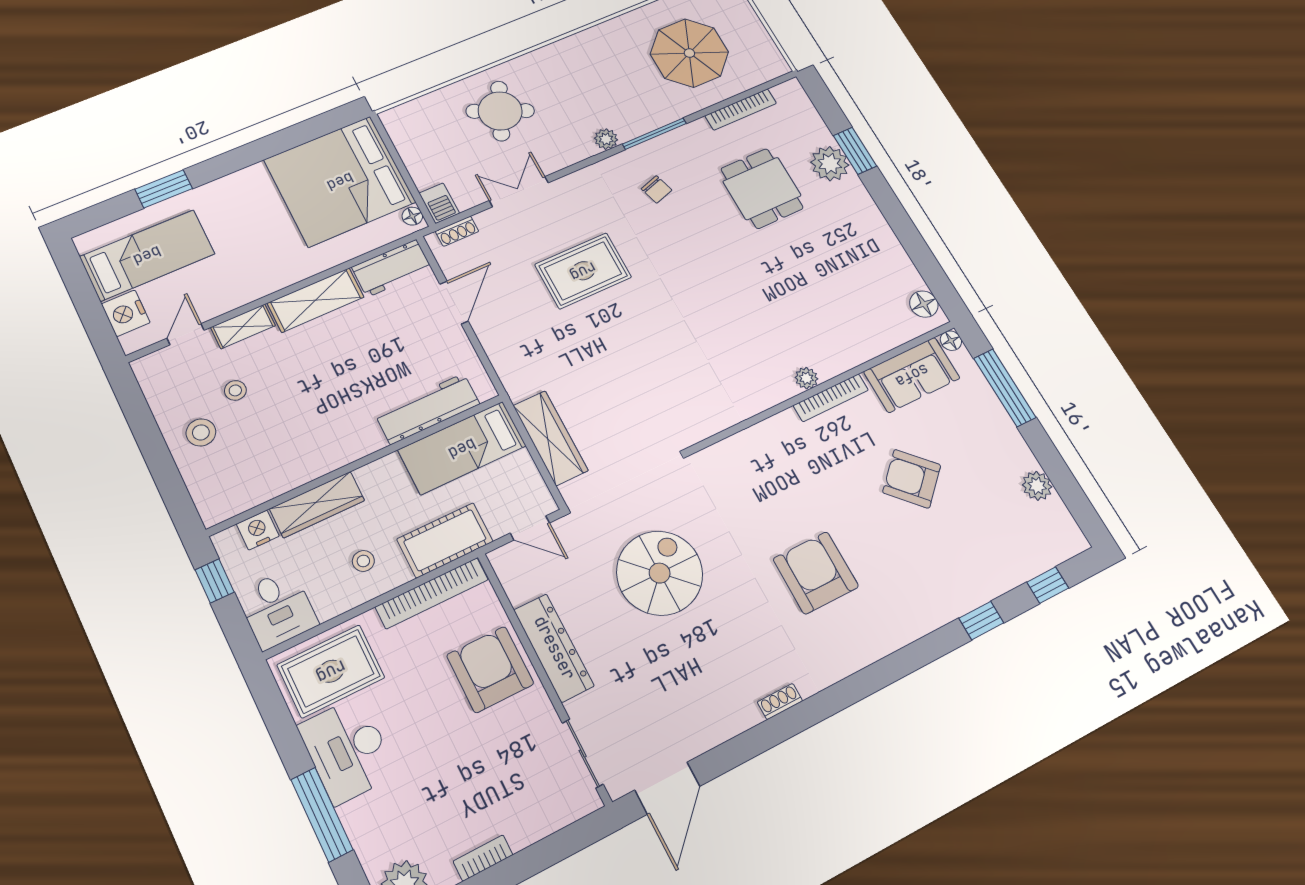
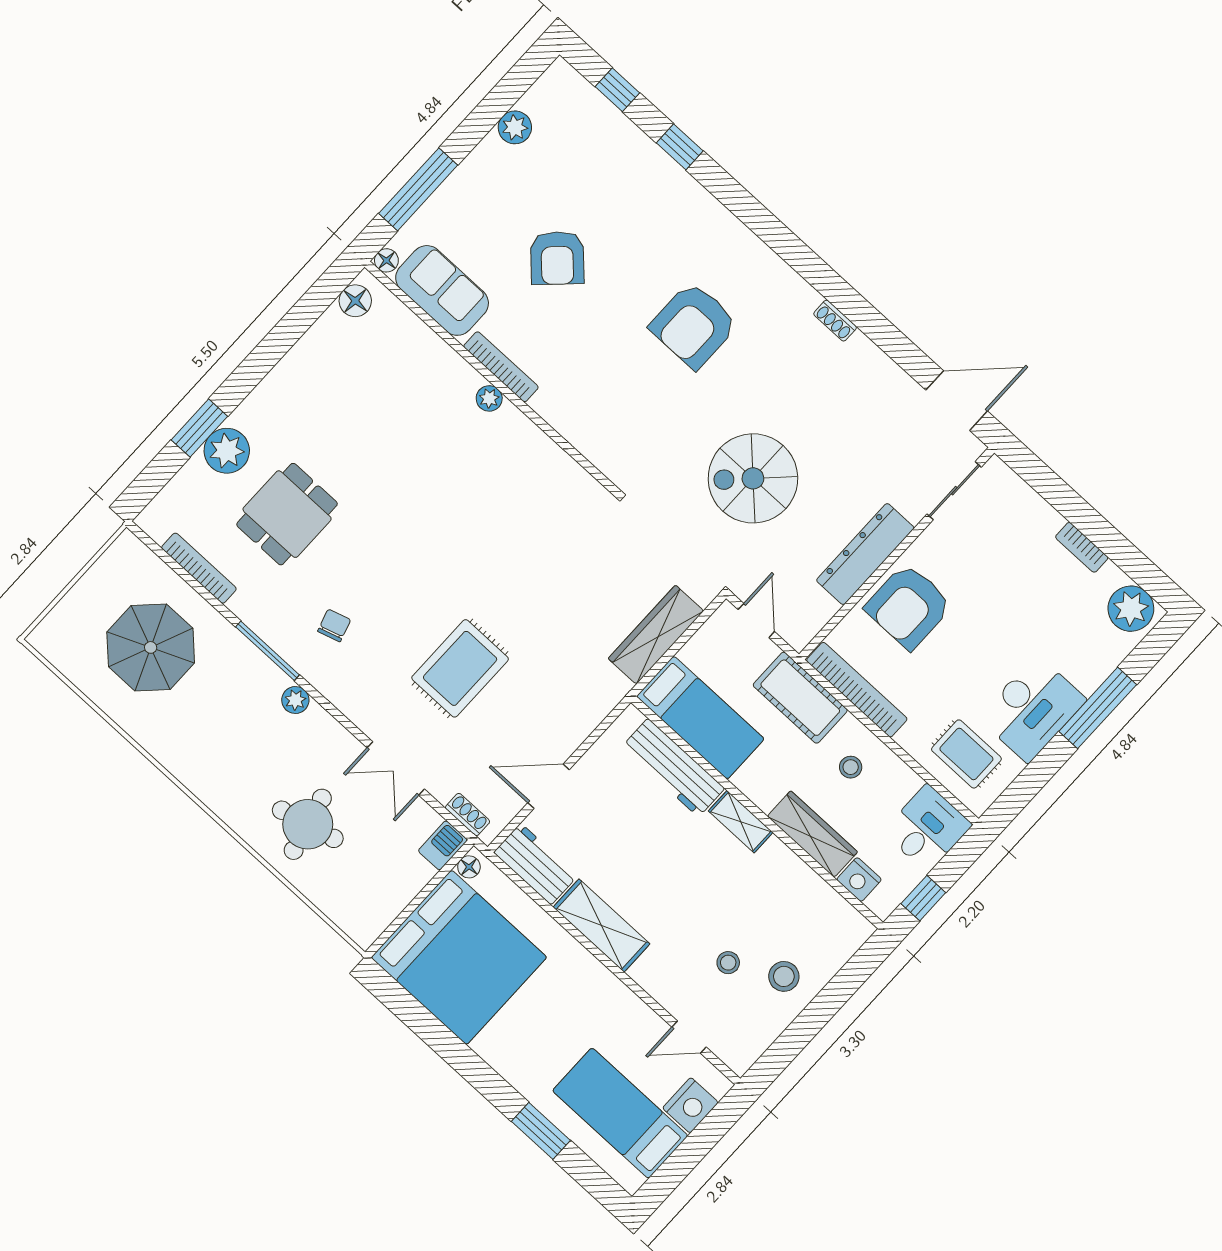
round table: (500, 111) -> (308, 824), turned -38
rug: (583, 271) -> (460, 668), turned 90
shelving: (243, 326) -> (741, 822), moved
rug: (331, 671) -> (966, 754), width x0.73, depth x0.70

